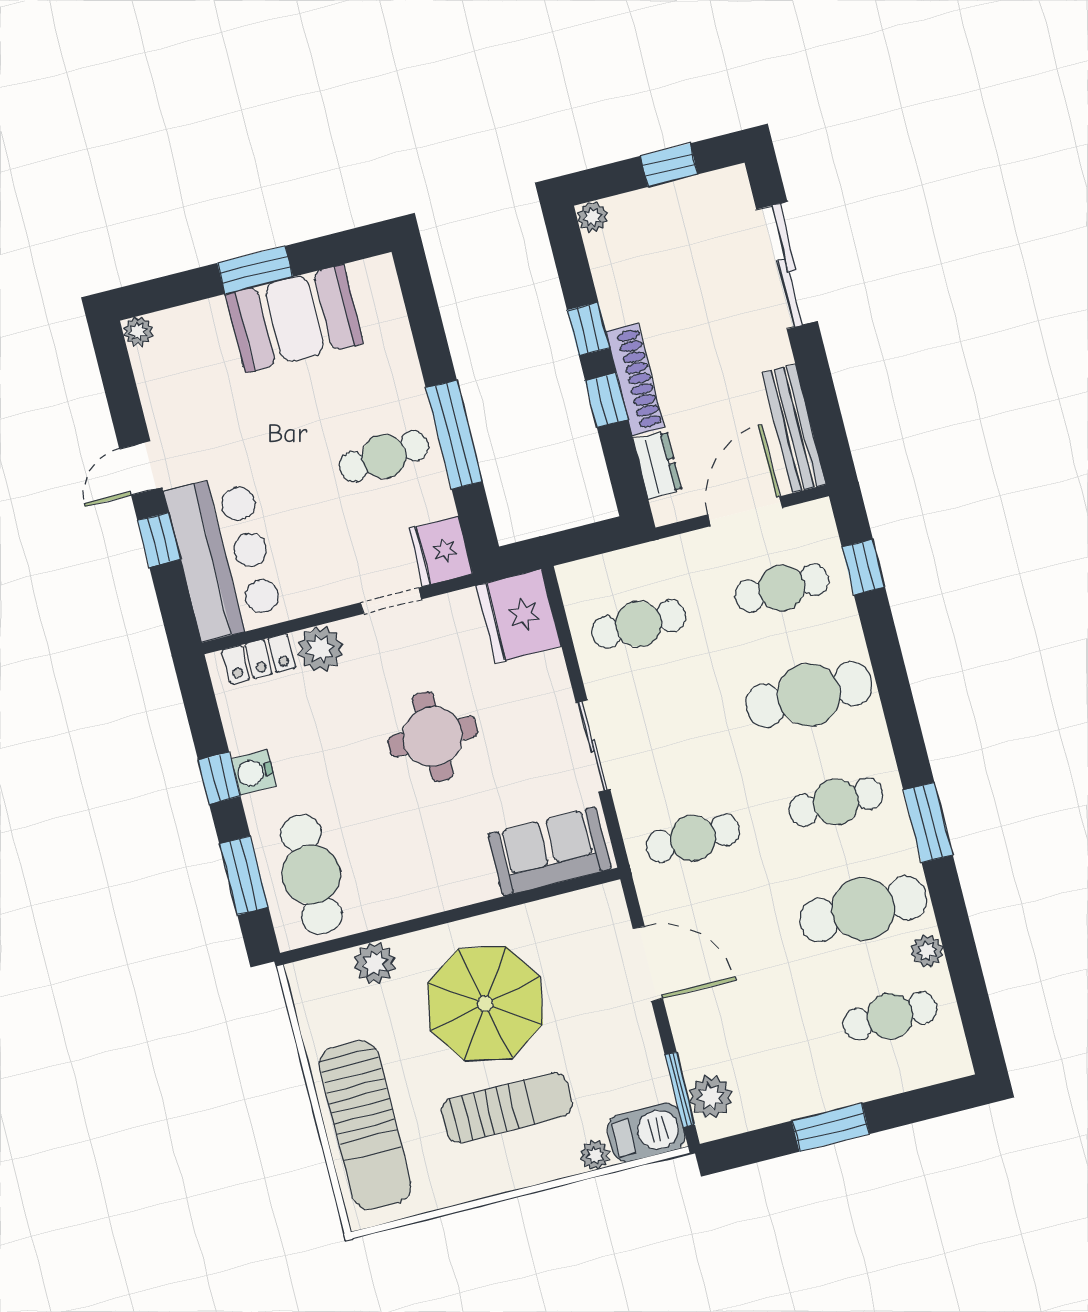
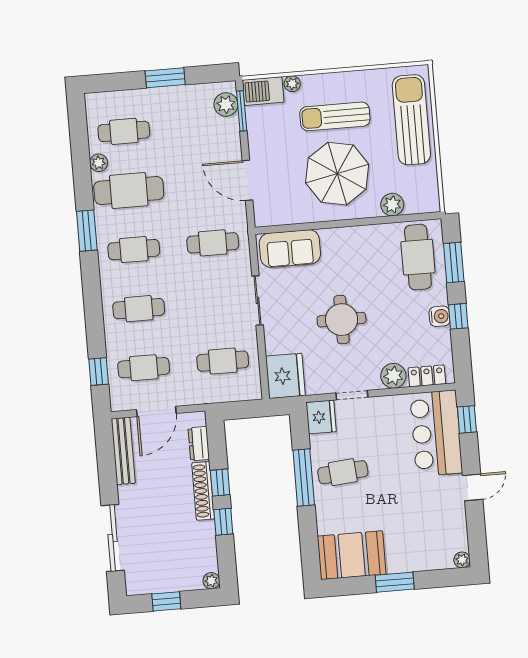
booth: (294, 319) -> (352, 555), moved
window: (159, 540) -> (467, 419), moved
cafe table: (809, 695) -> (139, 309), width x0.73, depth x0.74

